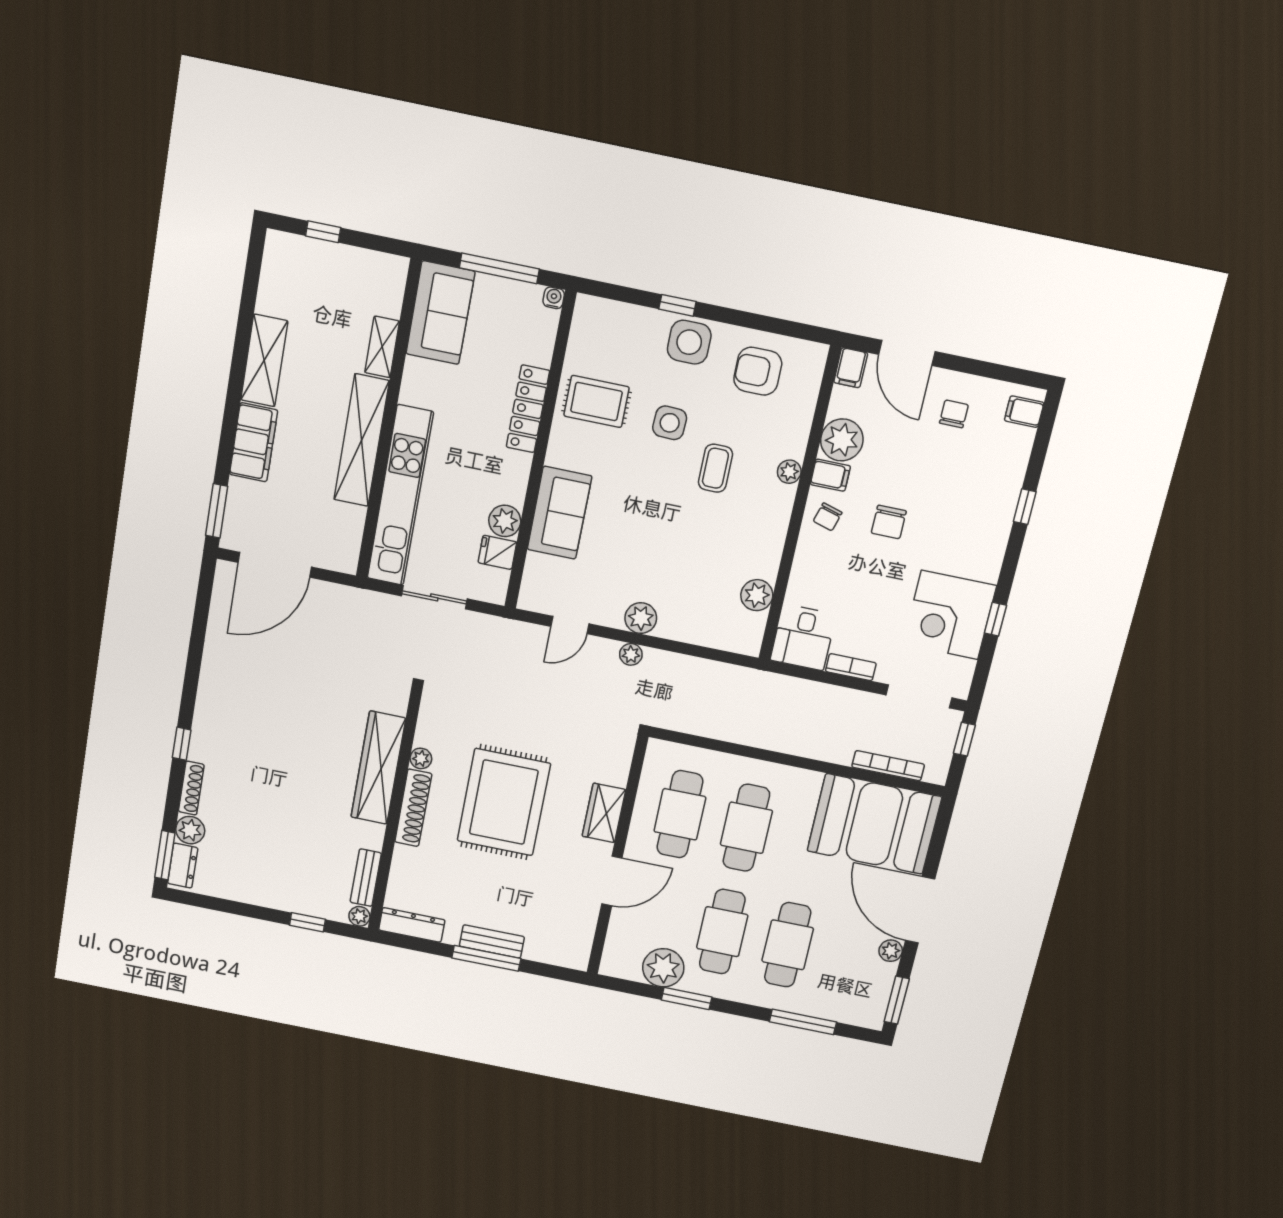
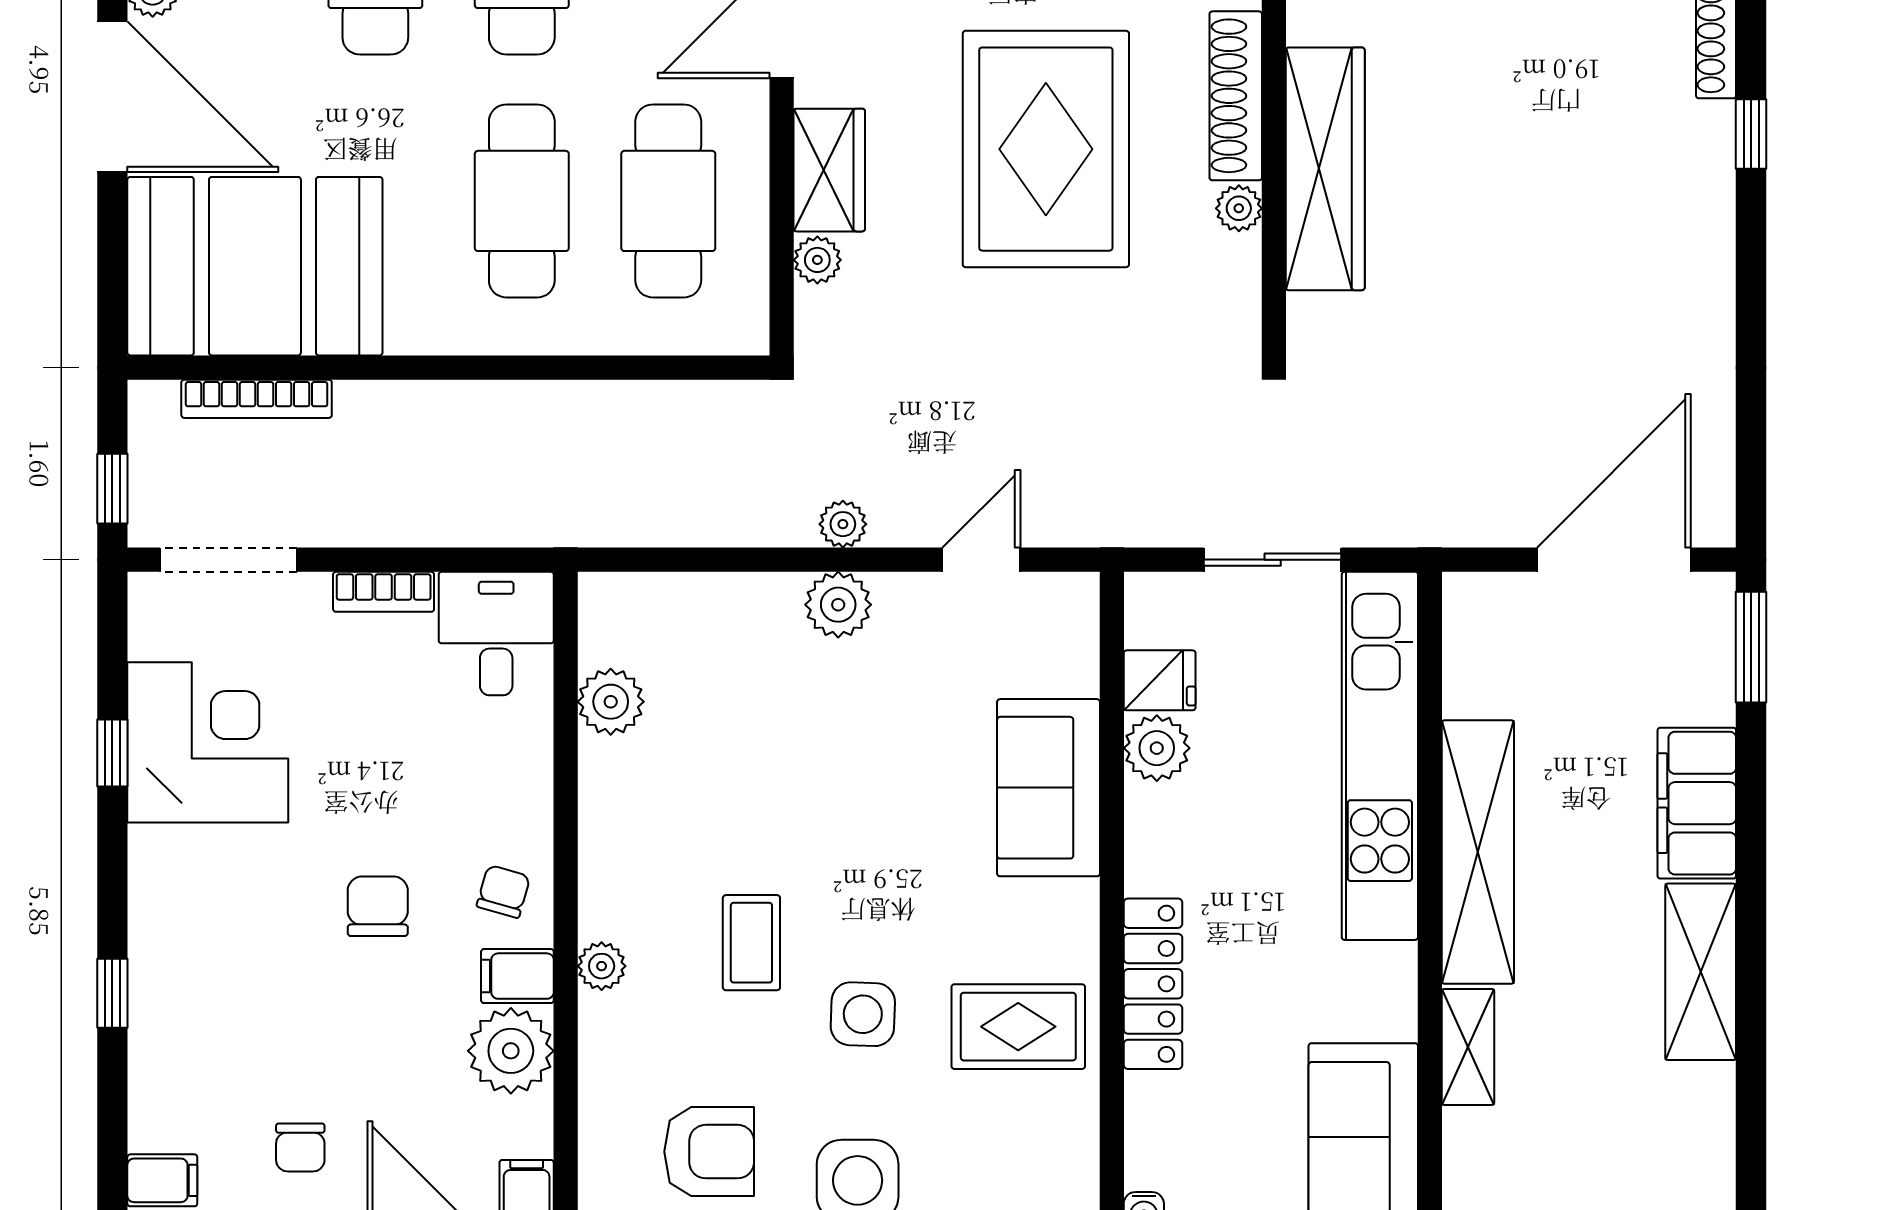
plant: (618, 775) -> (817, 260), added

